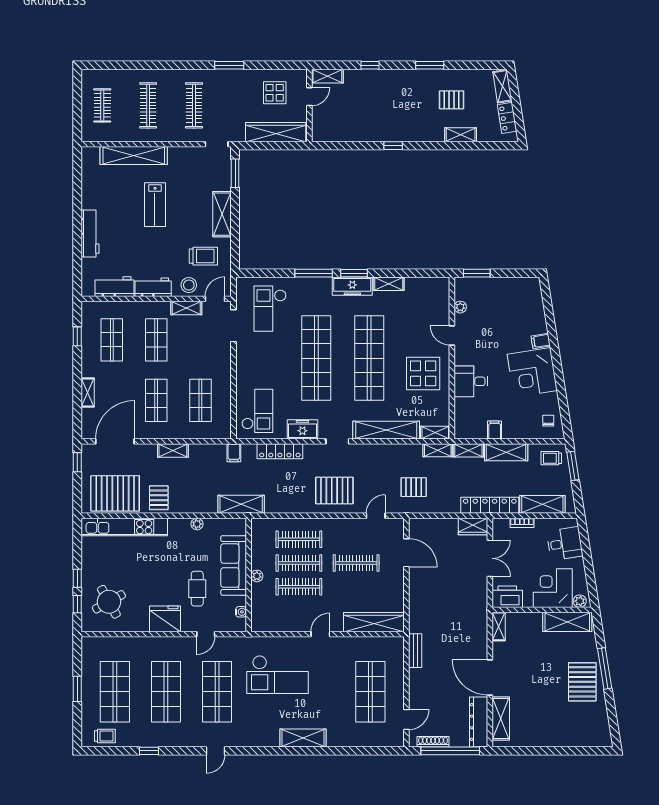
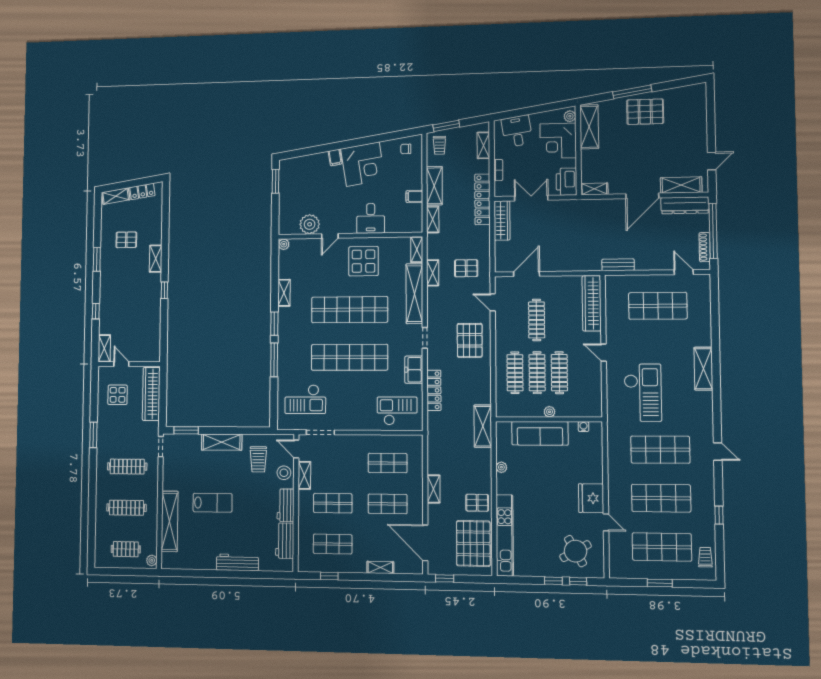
pallet: (451, 100) -> (126, 240), turned 90
shelving: (461, 135) -> (156, 259), moved
plant: (90, 136) -> (152, 560), added
trolley: (203, 256) -> (258, 459), turned 180
window: (477, 273) -> (275, 181), moved
plant: (443, 283) -> (284, 244), added
freezer: (352, 286) -> (286, 325), removed
plant: (460, 307) -> (310, 224), width x1.88, depth x1.88
shelving: (438, 450) -> (433, 273), moved
filing cabinet: (234, 453) -> (435, 433), removed
pallet: (414, 487) -> (466, 268), turned 90
shelving: (542, 504) -> (483, 145), width x0.67, depth x0.75
wardrobe: (473, 526) -> (502, 221), width x1.50
cafe table: (197, 589) -> (562, 468), removed
door: (206, 634) -> (606, 522), moved
door: (526, 751) -> (712, 161), added

